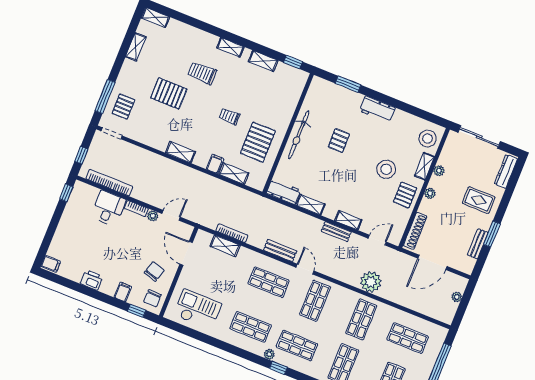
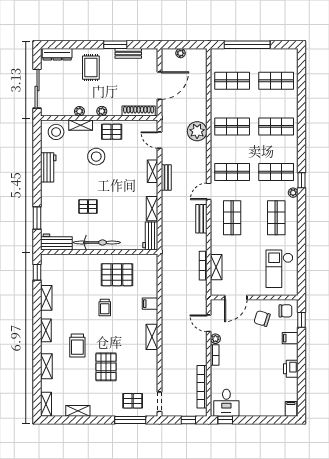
workbench: (316, 94) -> (56, 242), added
workbench: (377, 109) -> (48, 167), moved
shelving: (234, 174) -> (46, 366), moved
desk: (108, 208) -> (226, 403), moved, turned -90
door: (432, 262) -> (159, 86), hinge flipped
shop shelf: (408, 338) -> (232, 81), turned 90
shop shelf: (297, 346) -> (276, 172), turned 90

